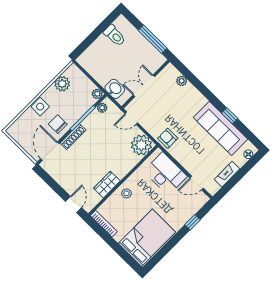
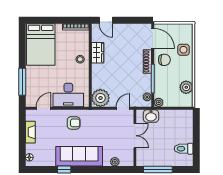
side table: (40, 107) -> (183, 50), moved
sofa: (220, 128) -> (79, 156), moved
armchair: (168, 138) -> (74, 123), moved
window: (192, 222) -> (22, 82), width x2.17

